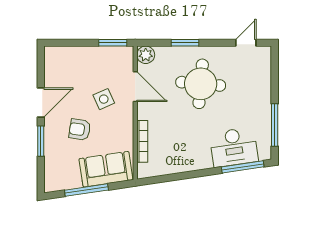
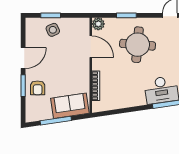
window: (113, 43) -> (51, 15), moved
side table: (104, 99) -> (53, 30), moved
armchair: (80, 130) -> (38, 88), moved, turned -99

